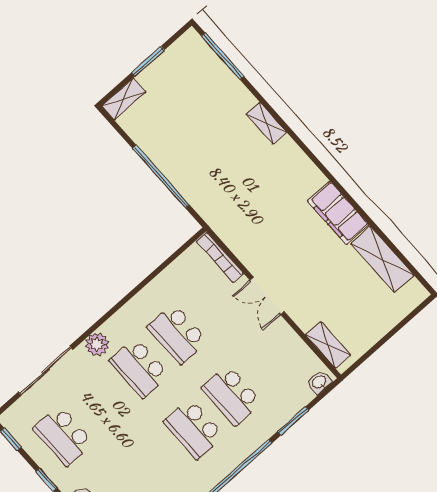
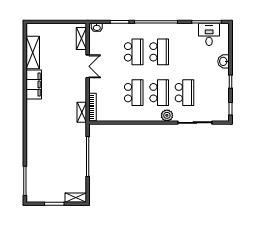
shelving: (266, 123) -> (82, 112), moved
double door: (267, 296) -> (88, 66), moved
school desk: (63, 436) -> (184, 93), moved

